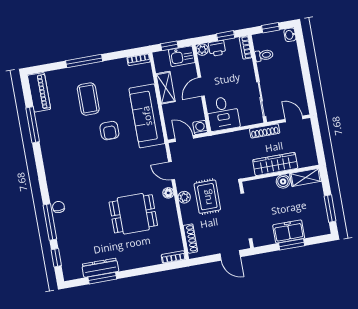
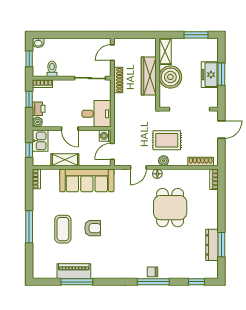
piano: (39, 92) -> (74, 271), moved
coffee table: (88, 99) -> (63, 229), turned 90
armchair: (109, 131) -> (93, 228), moved
boiler: (283, 181) -> (170, 77), width x1.86, depth x1.86
window: (50, 222) -> (153, 282), moved

